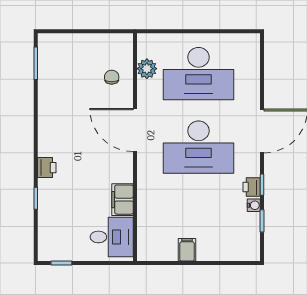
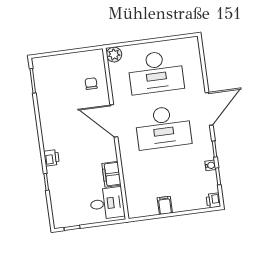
plant: (147, 69) -> (114, 55), moved
printer: (252, 187) -> (213, 200), moved

